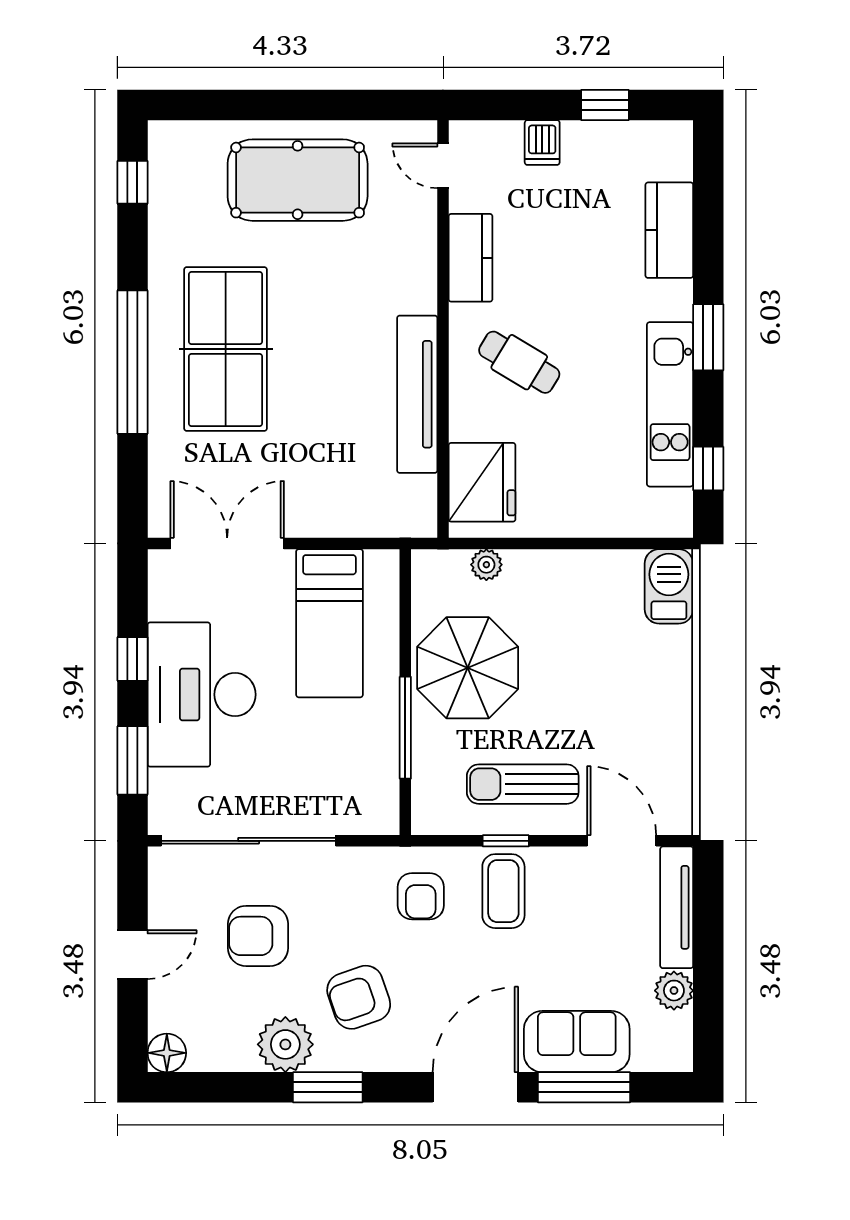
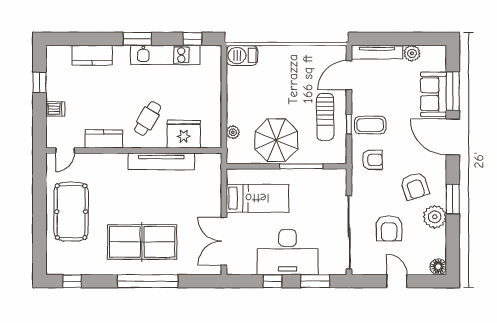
fridge: (482, 482) -> (184, 134), moved

